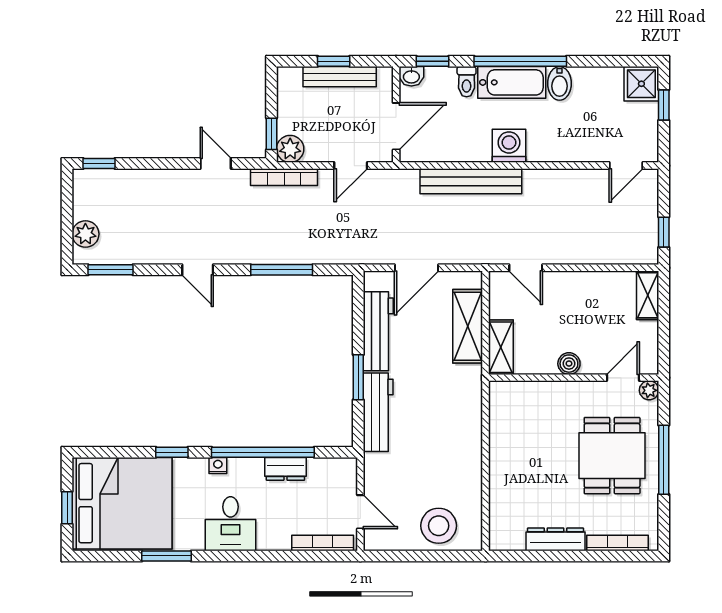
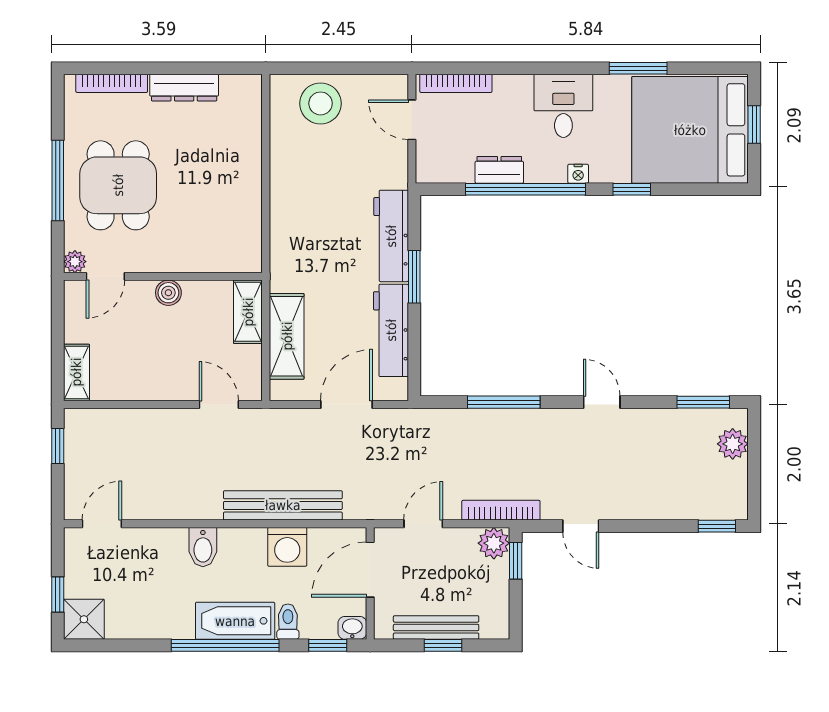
bidet: (559, 83) -> (203, 547), moved, turned 180
washing machine: (509, 146) -> (287, 547), moved

